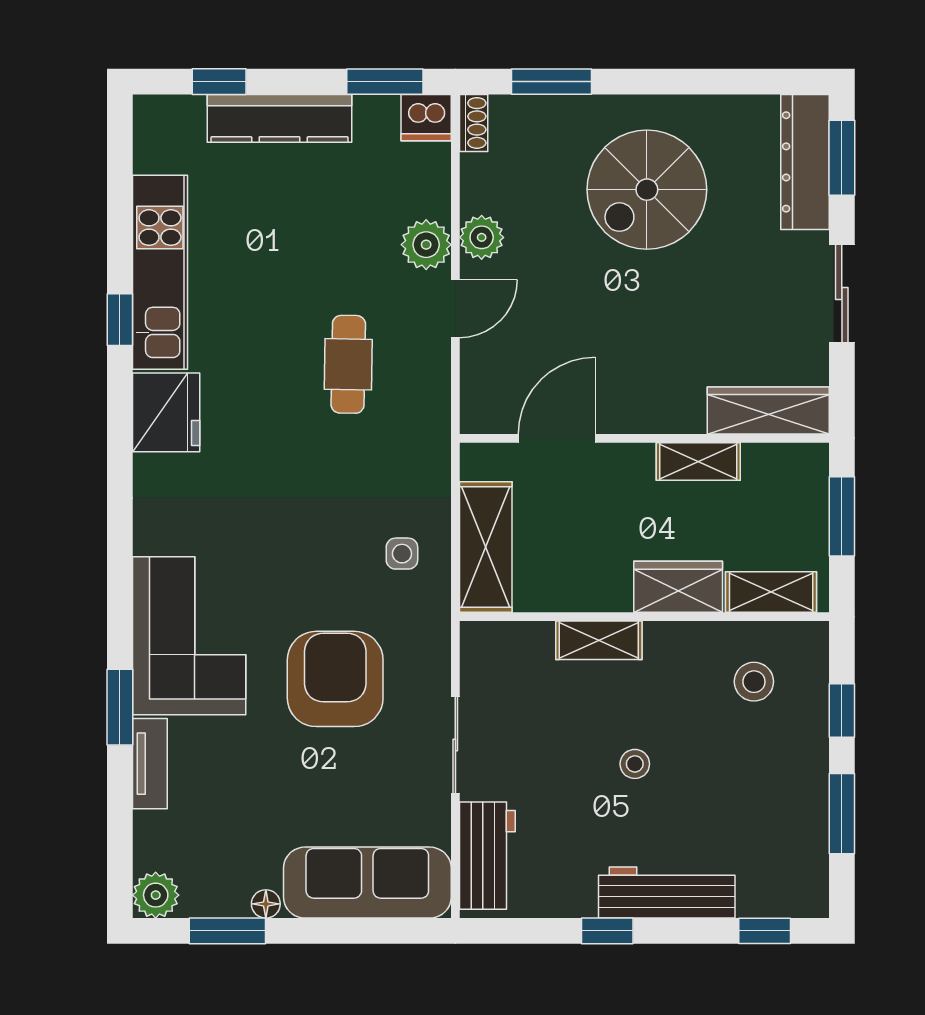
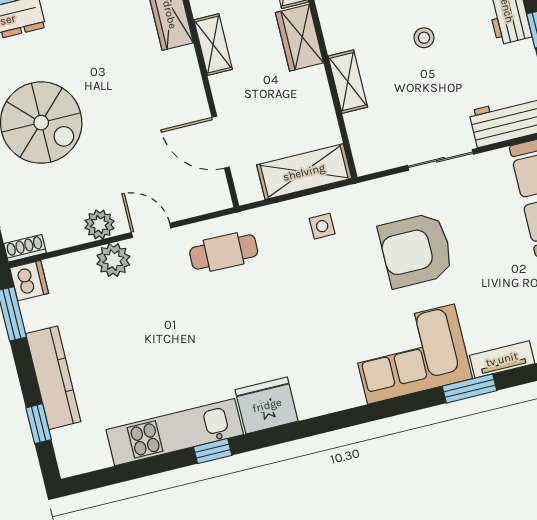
cafe table: (348, 364) -> (224, 252), moved

